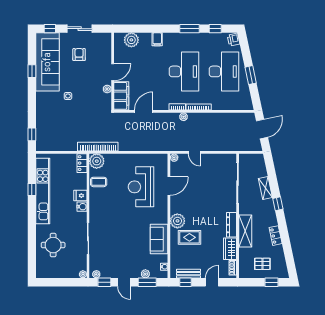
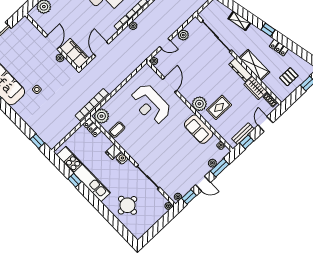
armchair: (79, 55) -> (17, 52), removed
plant: (214, 159) -> (183, 35), added
window: (278, 204) -> (268, 30), moved

